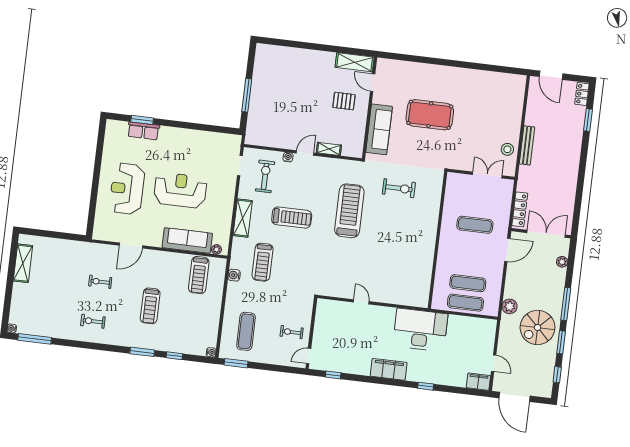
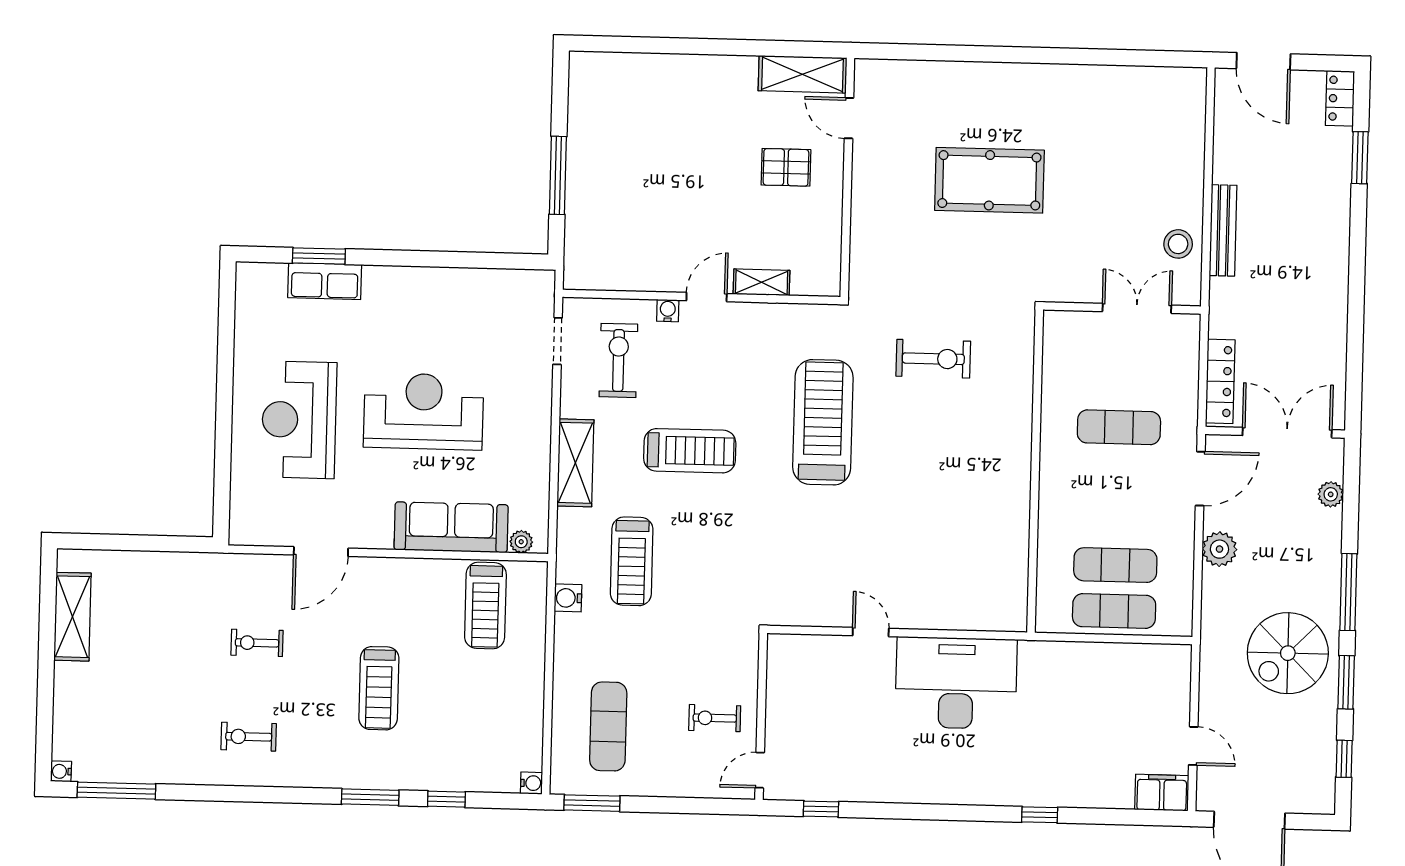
sofa: (379, 129) -> (874, 226), removed
plant: (510, 306) -> (1219, 549), moved
desk: (420, 330) -> (956, 683), moved
filing cabinet: (389, 369) -> (950, 784), removed

